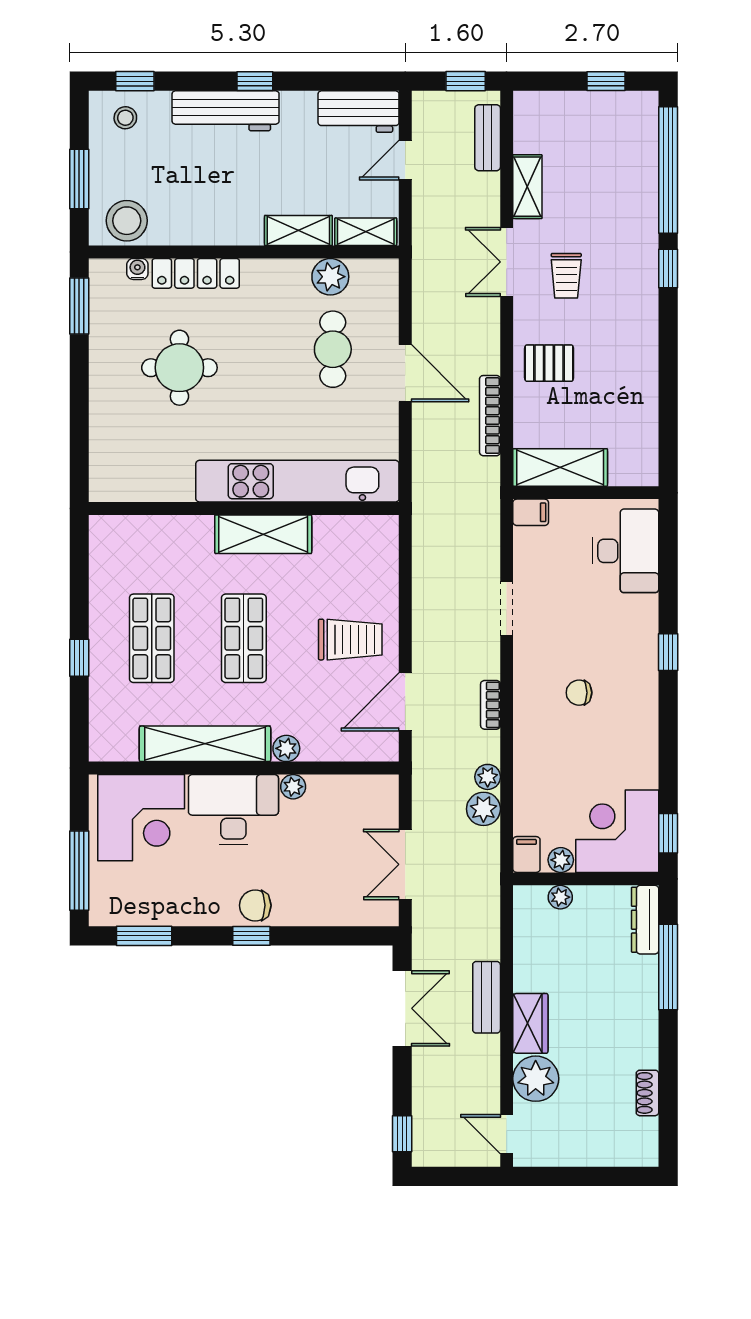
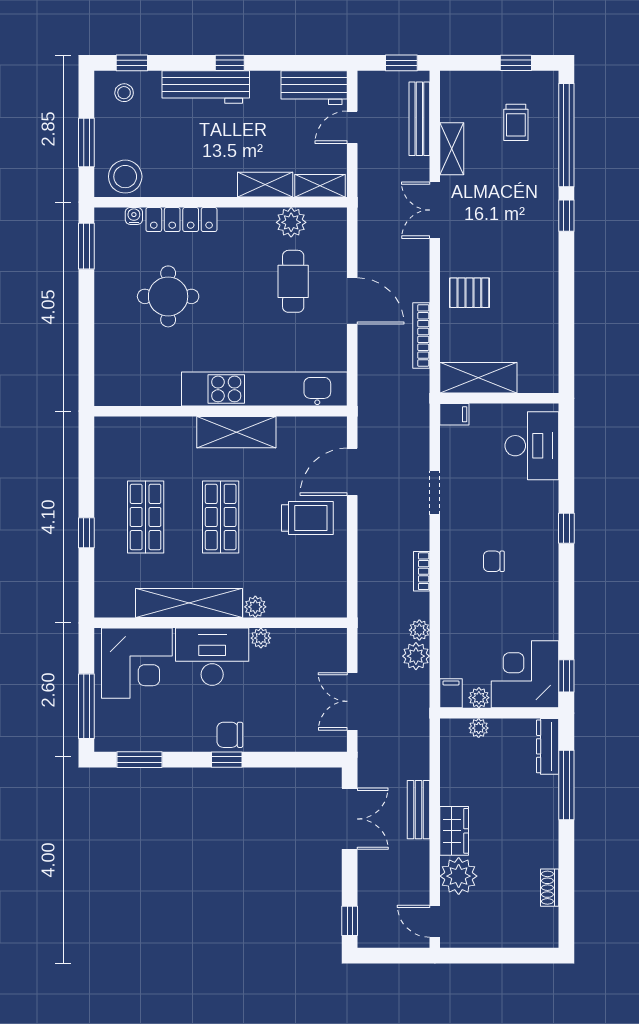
bench: (488, 138) -> (419, 119), width x1.36
trolley: (566, 276) -> (516, 122), moved
door: (405, 702) -> (352, 472), moved

